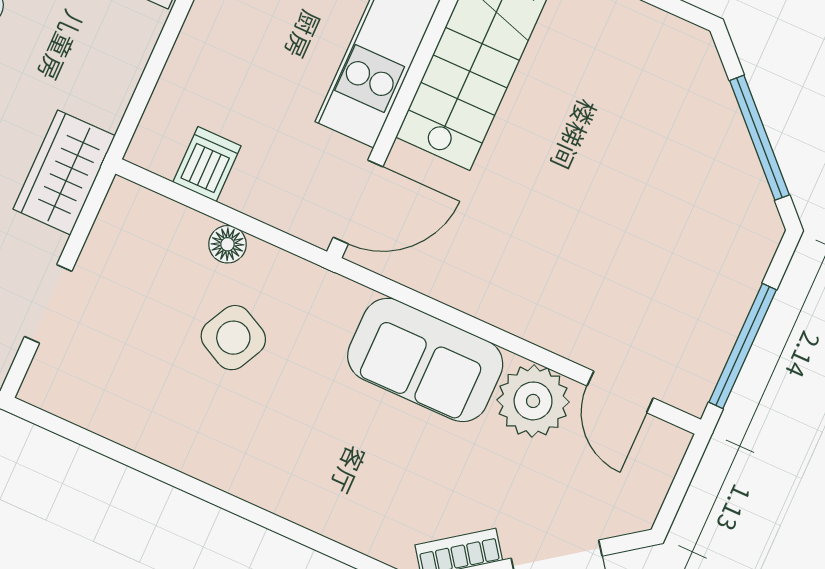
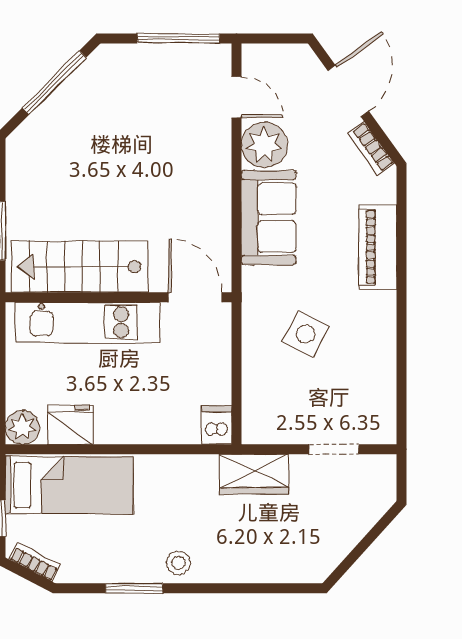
dishwasher: (207, 164) -> (217, 425), moved, turned 90
floor lamp: (227, 244) -> (253, 361), removed
door: (620, 392) -> (237, 97), hinge flipped
piano: (312, 498) -> (378, 247), added

